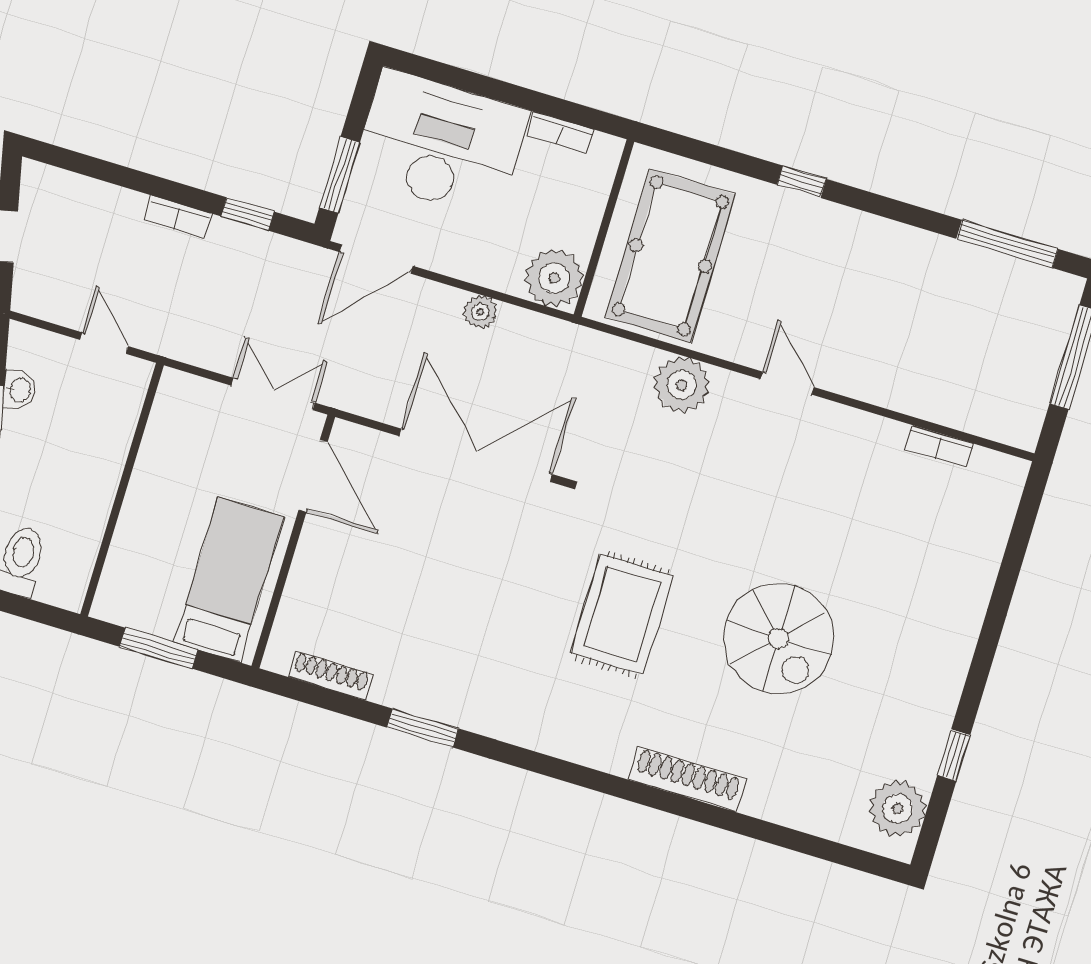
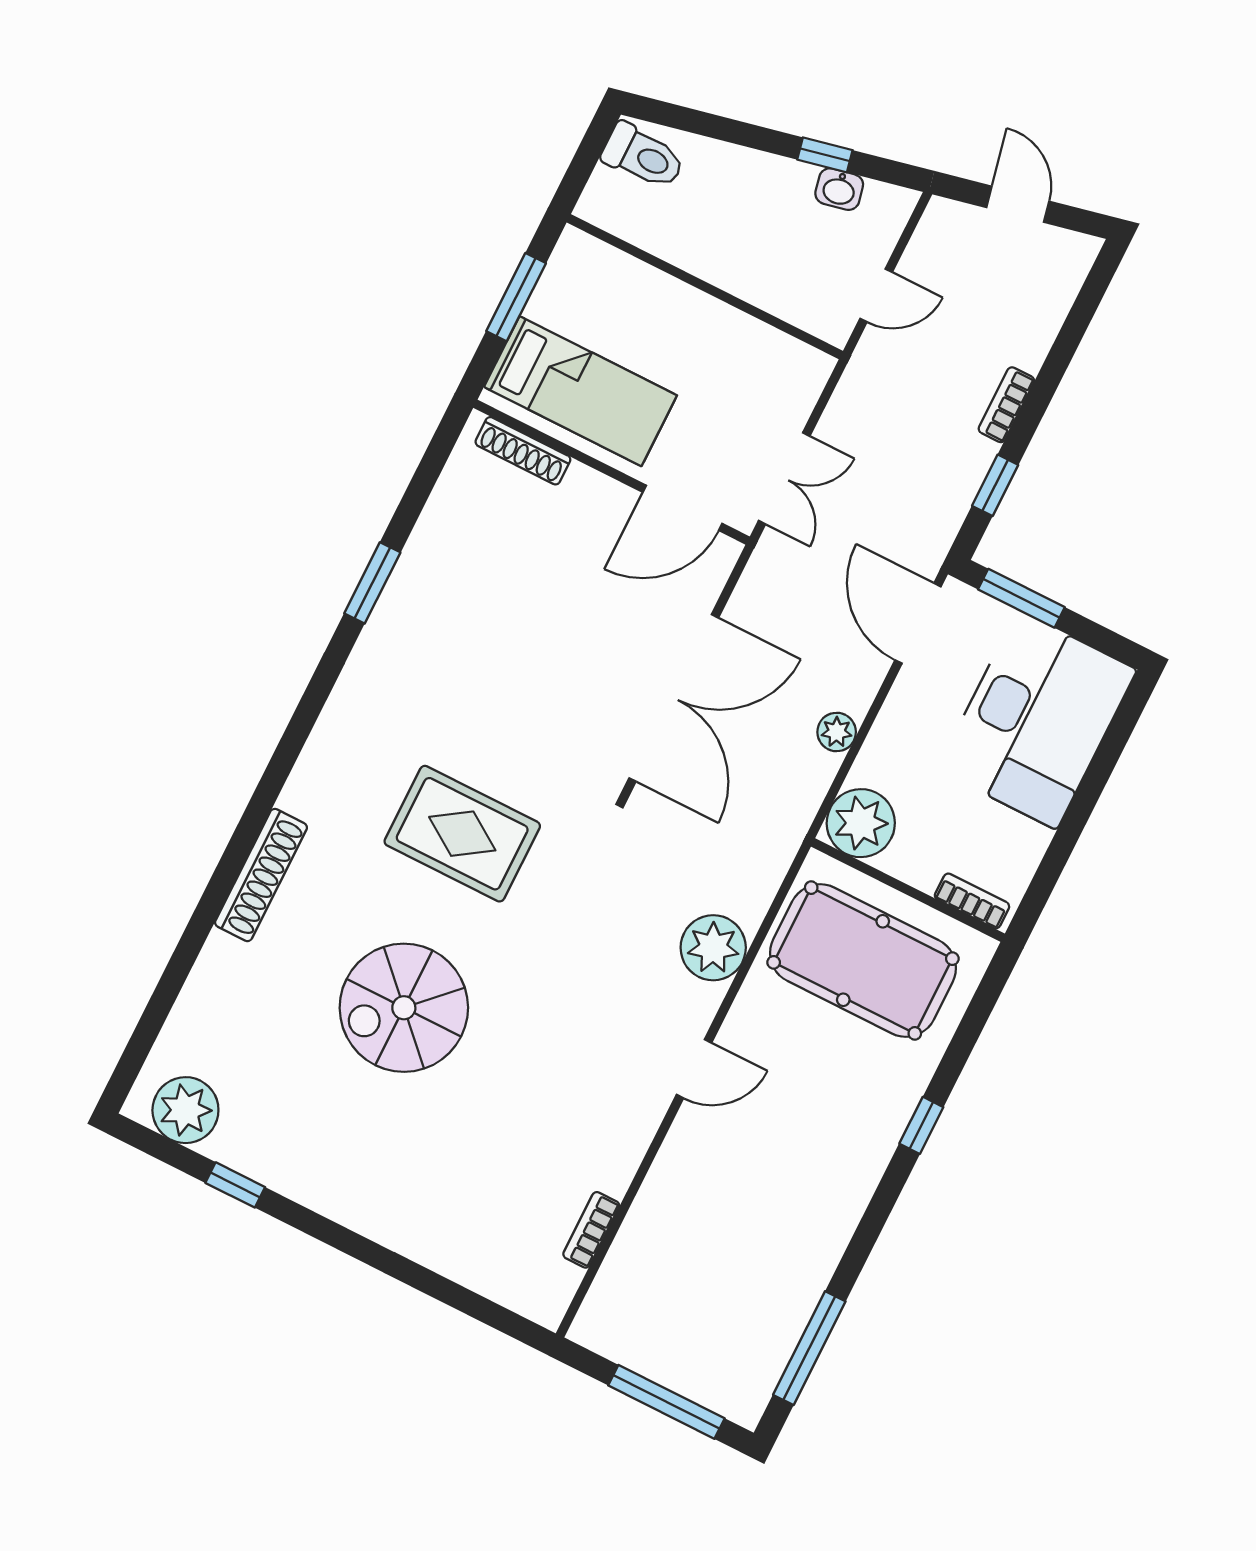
bookcase: (561, 132) -> (972, 901), moved, turned 90
shoe rack: (330, 675) -> (523, 451), moved, turned 90

